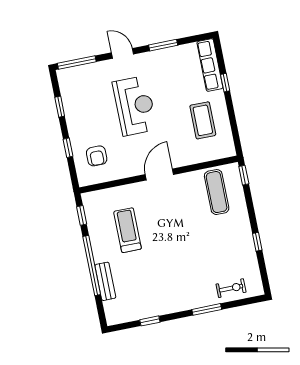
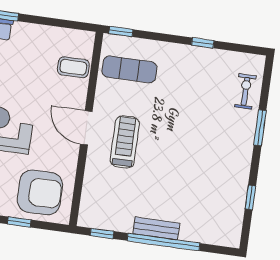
coffee table: (203, 120) -> (73, 67), moved, width x0.73, depth x0.77
armchair: (97, 156) -> (40, 192), width x1.88, depth x1.88
treadmill: (128, 230) -> (125, 142), moved, turned 90
bench: (105, 281) -> (156, 228), moved

